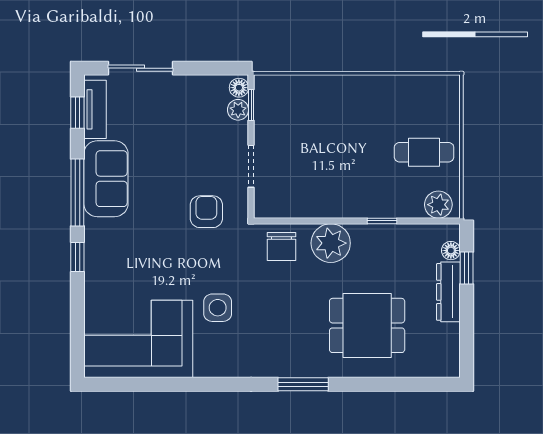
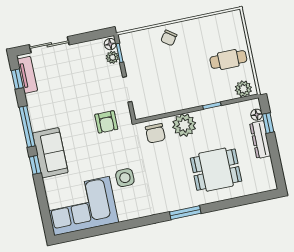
chair: (335, 97) -> (169, 38), added
sofa: (106, 179) -> (50, 153), moved
armchair: (206, 212) -> (106, 122), turned 180

